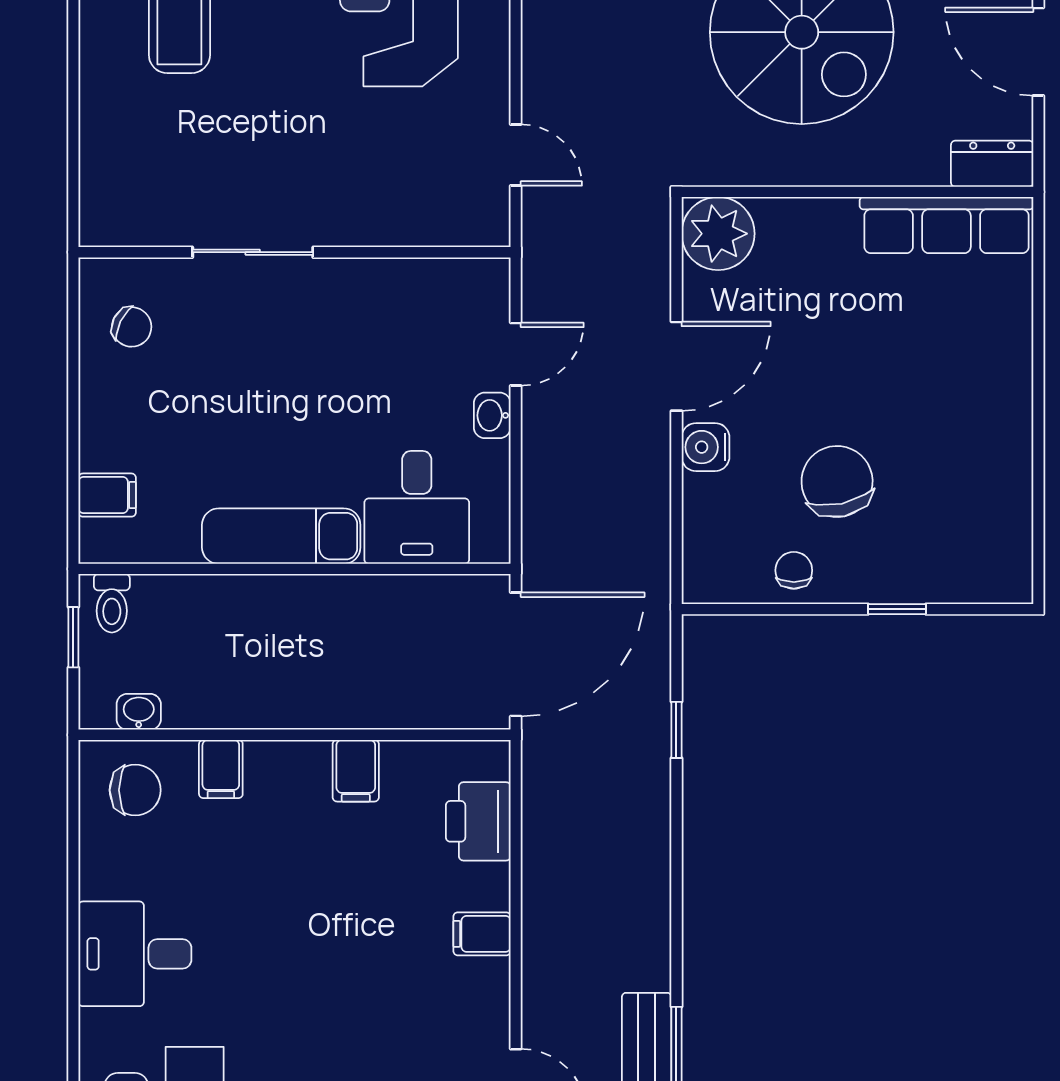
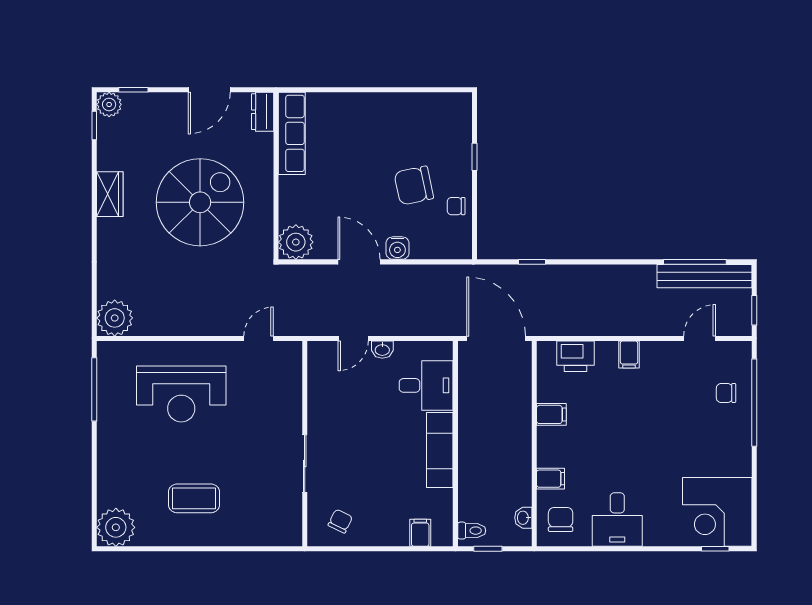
door: (516, 354) -> (353, 338), swing flipped
desk: (135, 954) -> (617, 520), moved

